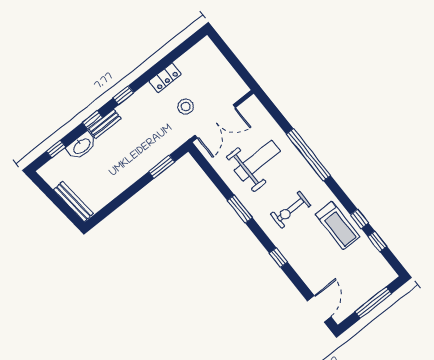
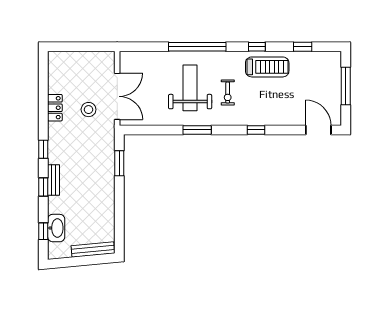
washbasin: (81, 146) -> (56, 228), moved
weight bench: (257, 161) -> (190, 88), moved
exercise bike: (291, 210) -> (228, 93), width x0.73, depth x0.72
window: (359, 219) -> (257, 47), moved

